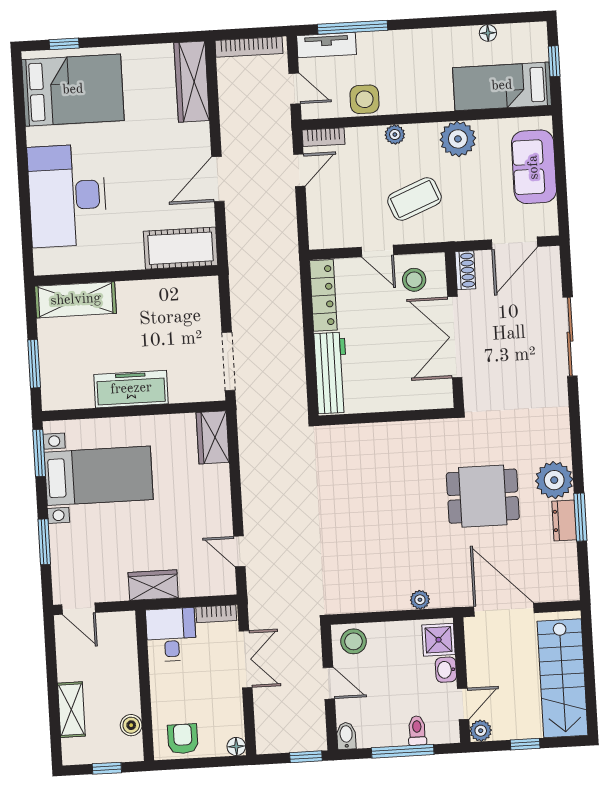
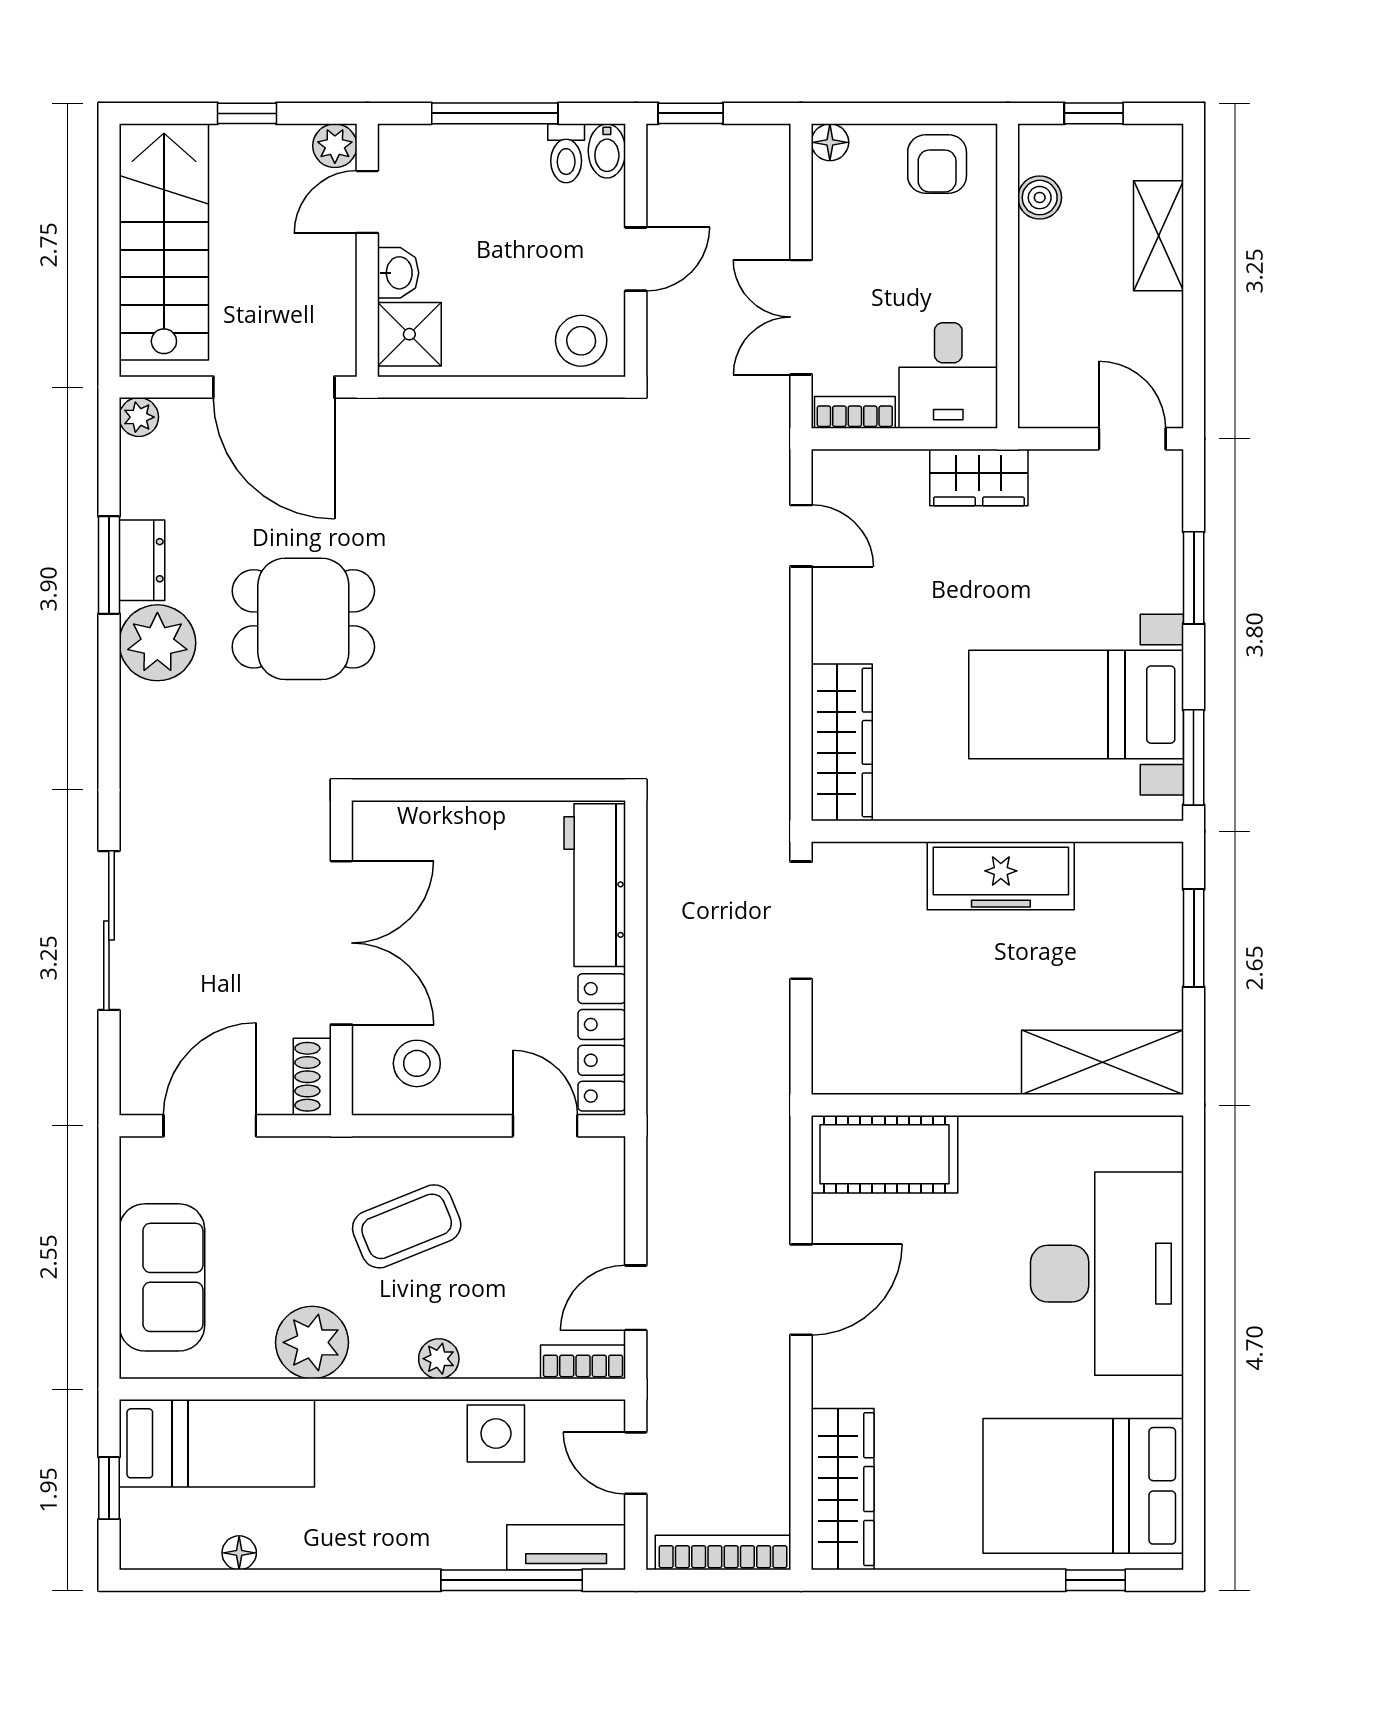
door: (377, 251) -> (545, 1126), moved
wardrobe: (213, 437) -> (842, 742), width x1.50
plant: (420, 600) -> (139, 417), moved
door: (329, 683) -> (636, 259), swing flipped
toilet: (417, 731) -> (566, 153), moved

